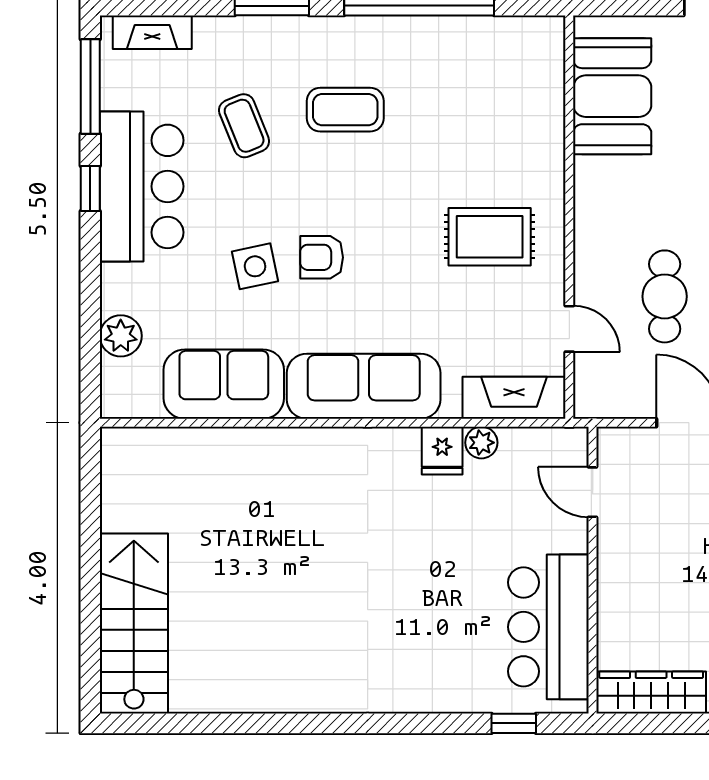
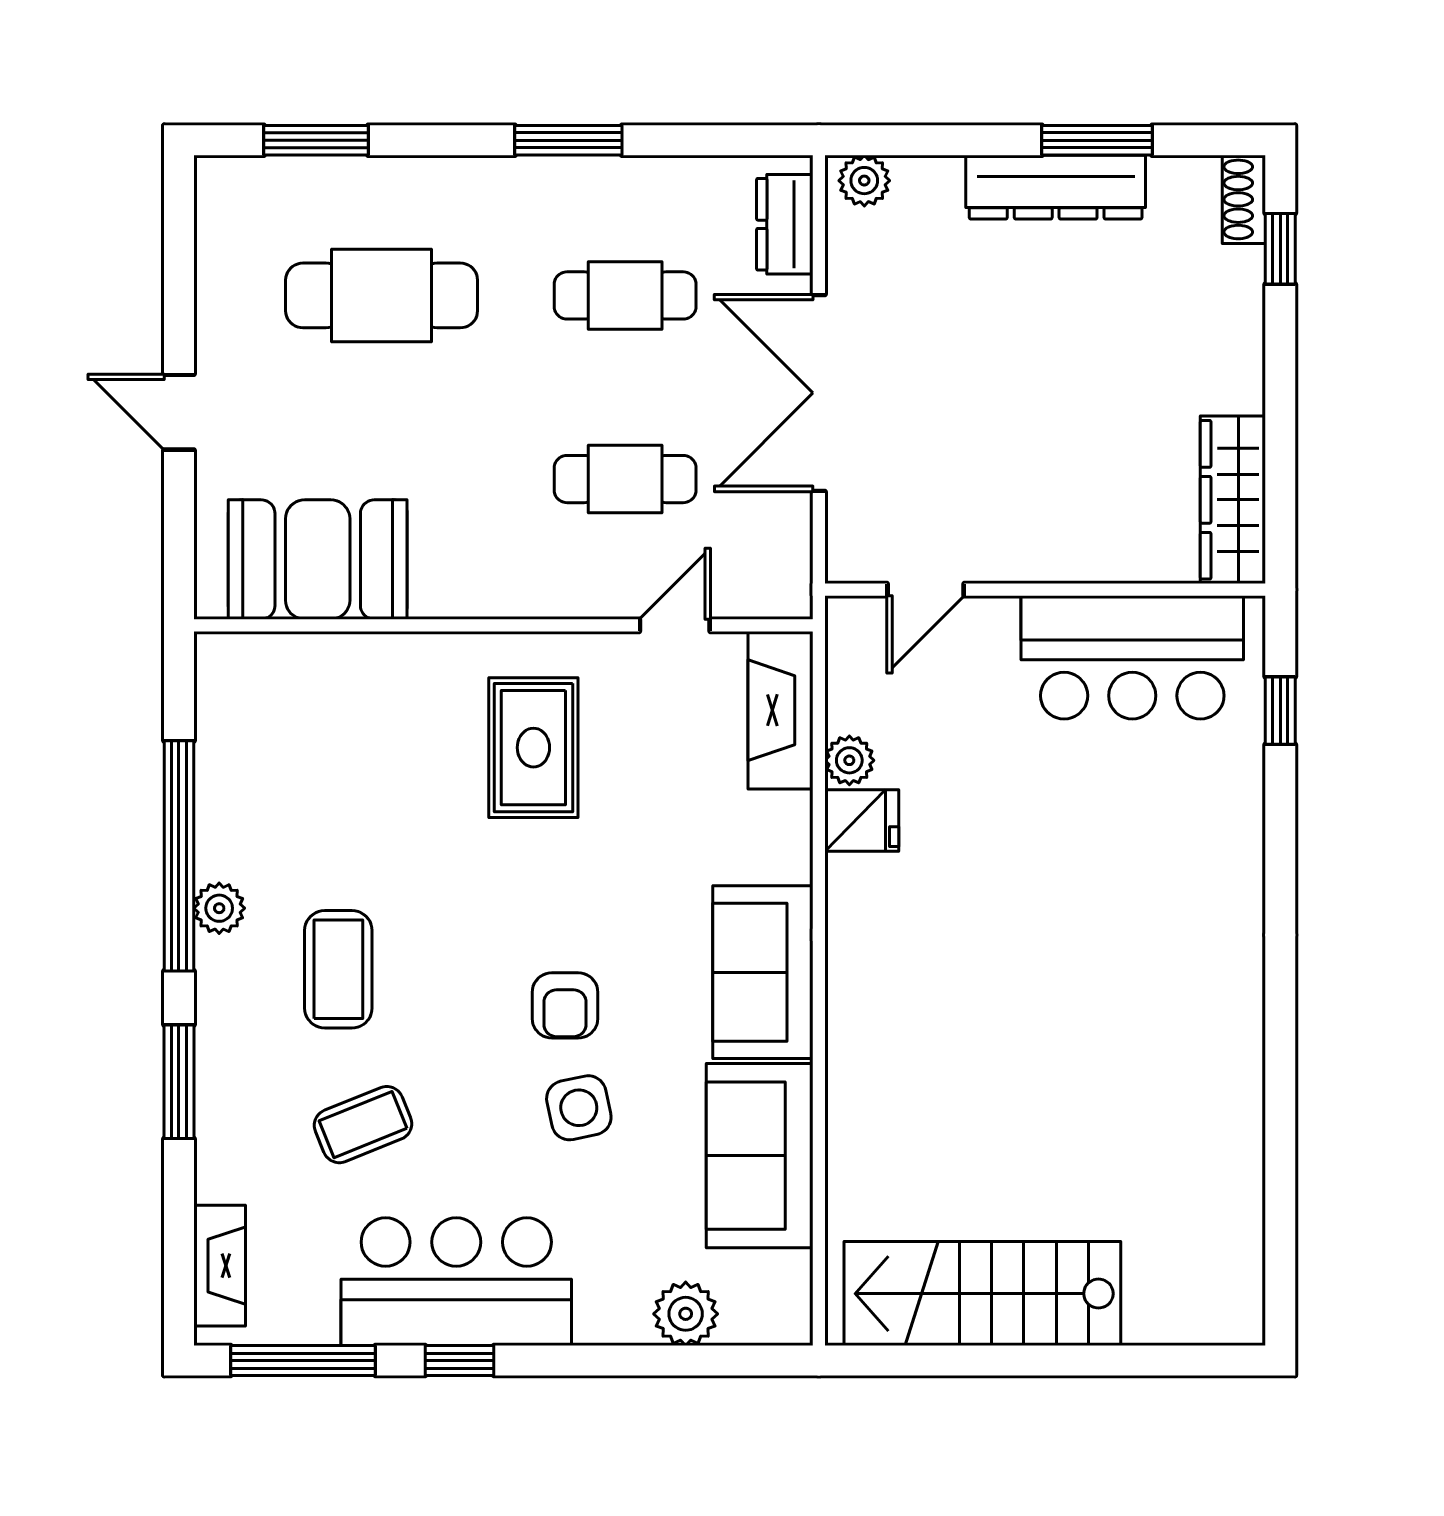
plant: (385, 32) -> (219, 908), added
sofa: (364, 386) -> (763, 972), width x0.73
stairs: (134, 624) -> (982, 1294), moved

